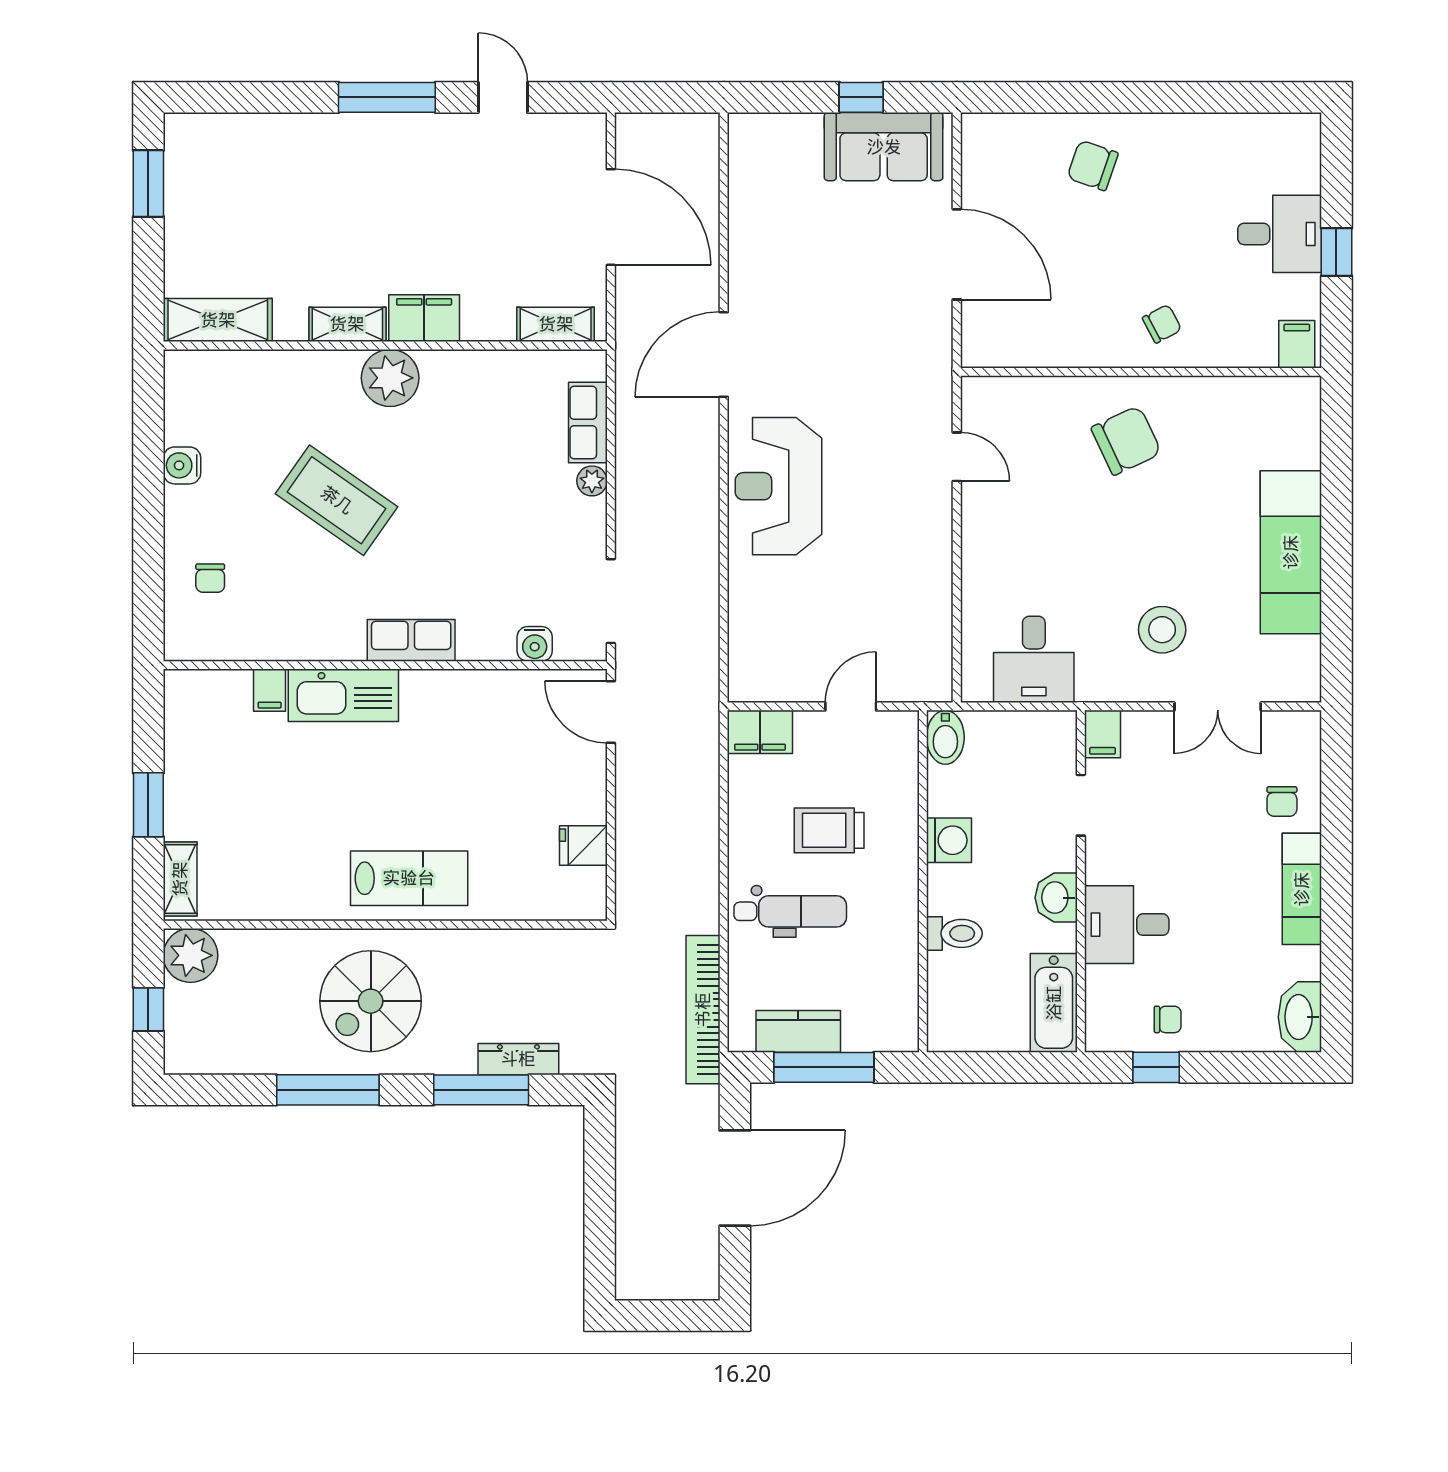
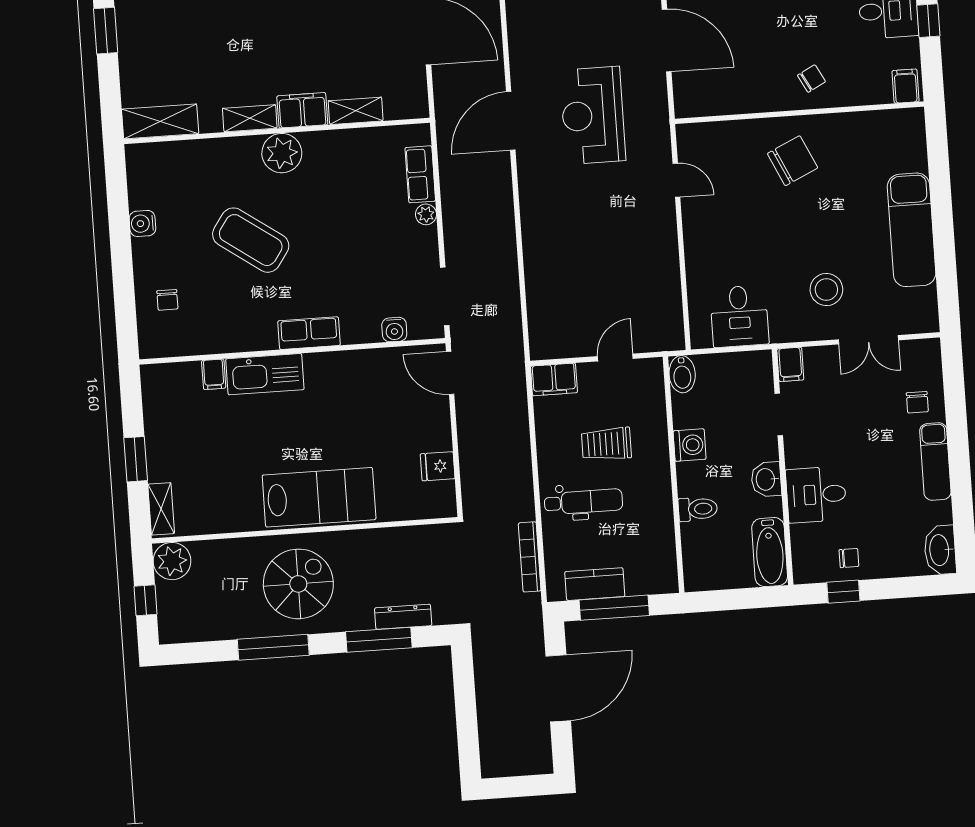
shelving: (556, 324) -> (356, 111), moved
reception desk: (778, 486) -> (593, 115), moved
lab bench: (409, 878) -> (319, 497), width x1.36, depth x1.39
spiral stairs: (371, 1001) -> (298, 584), turned 180
bookcase: (703, 1010) -> (530, 557), width x0.68, depth x0.76

